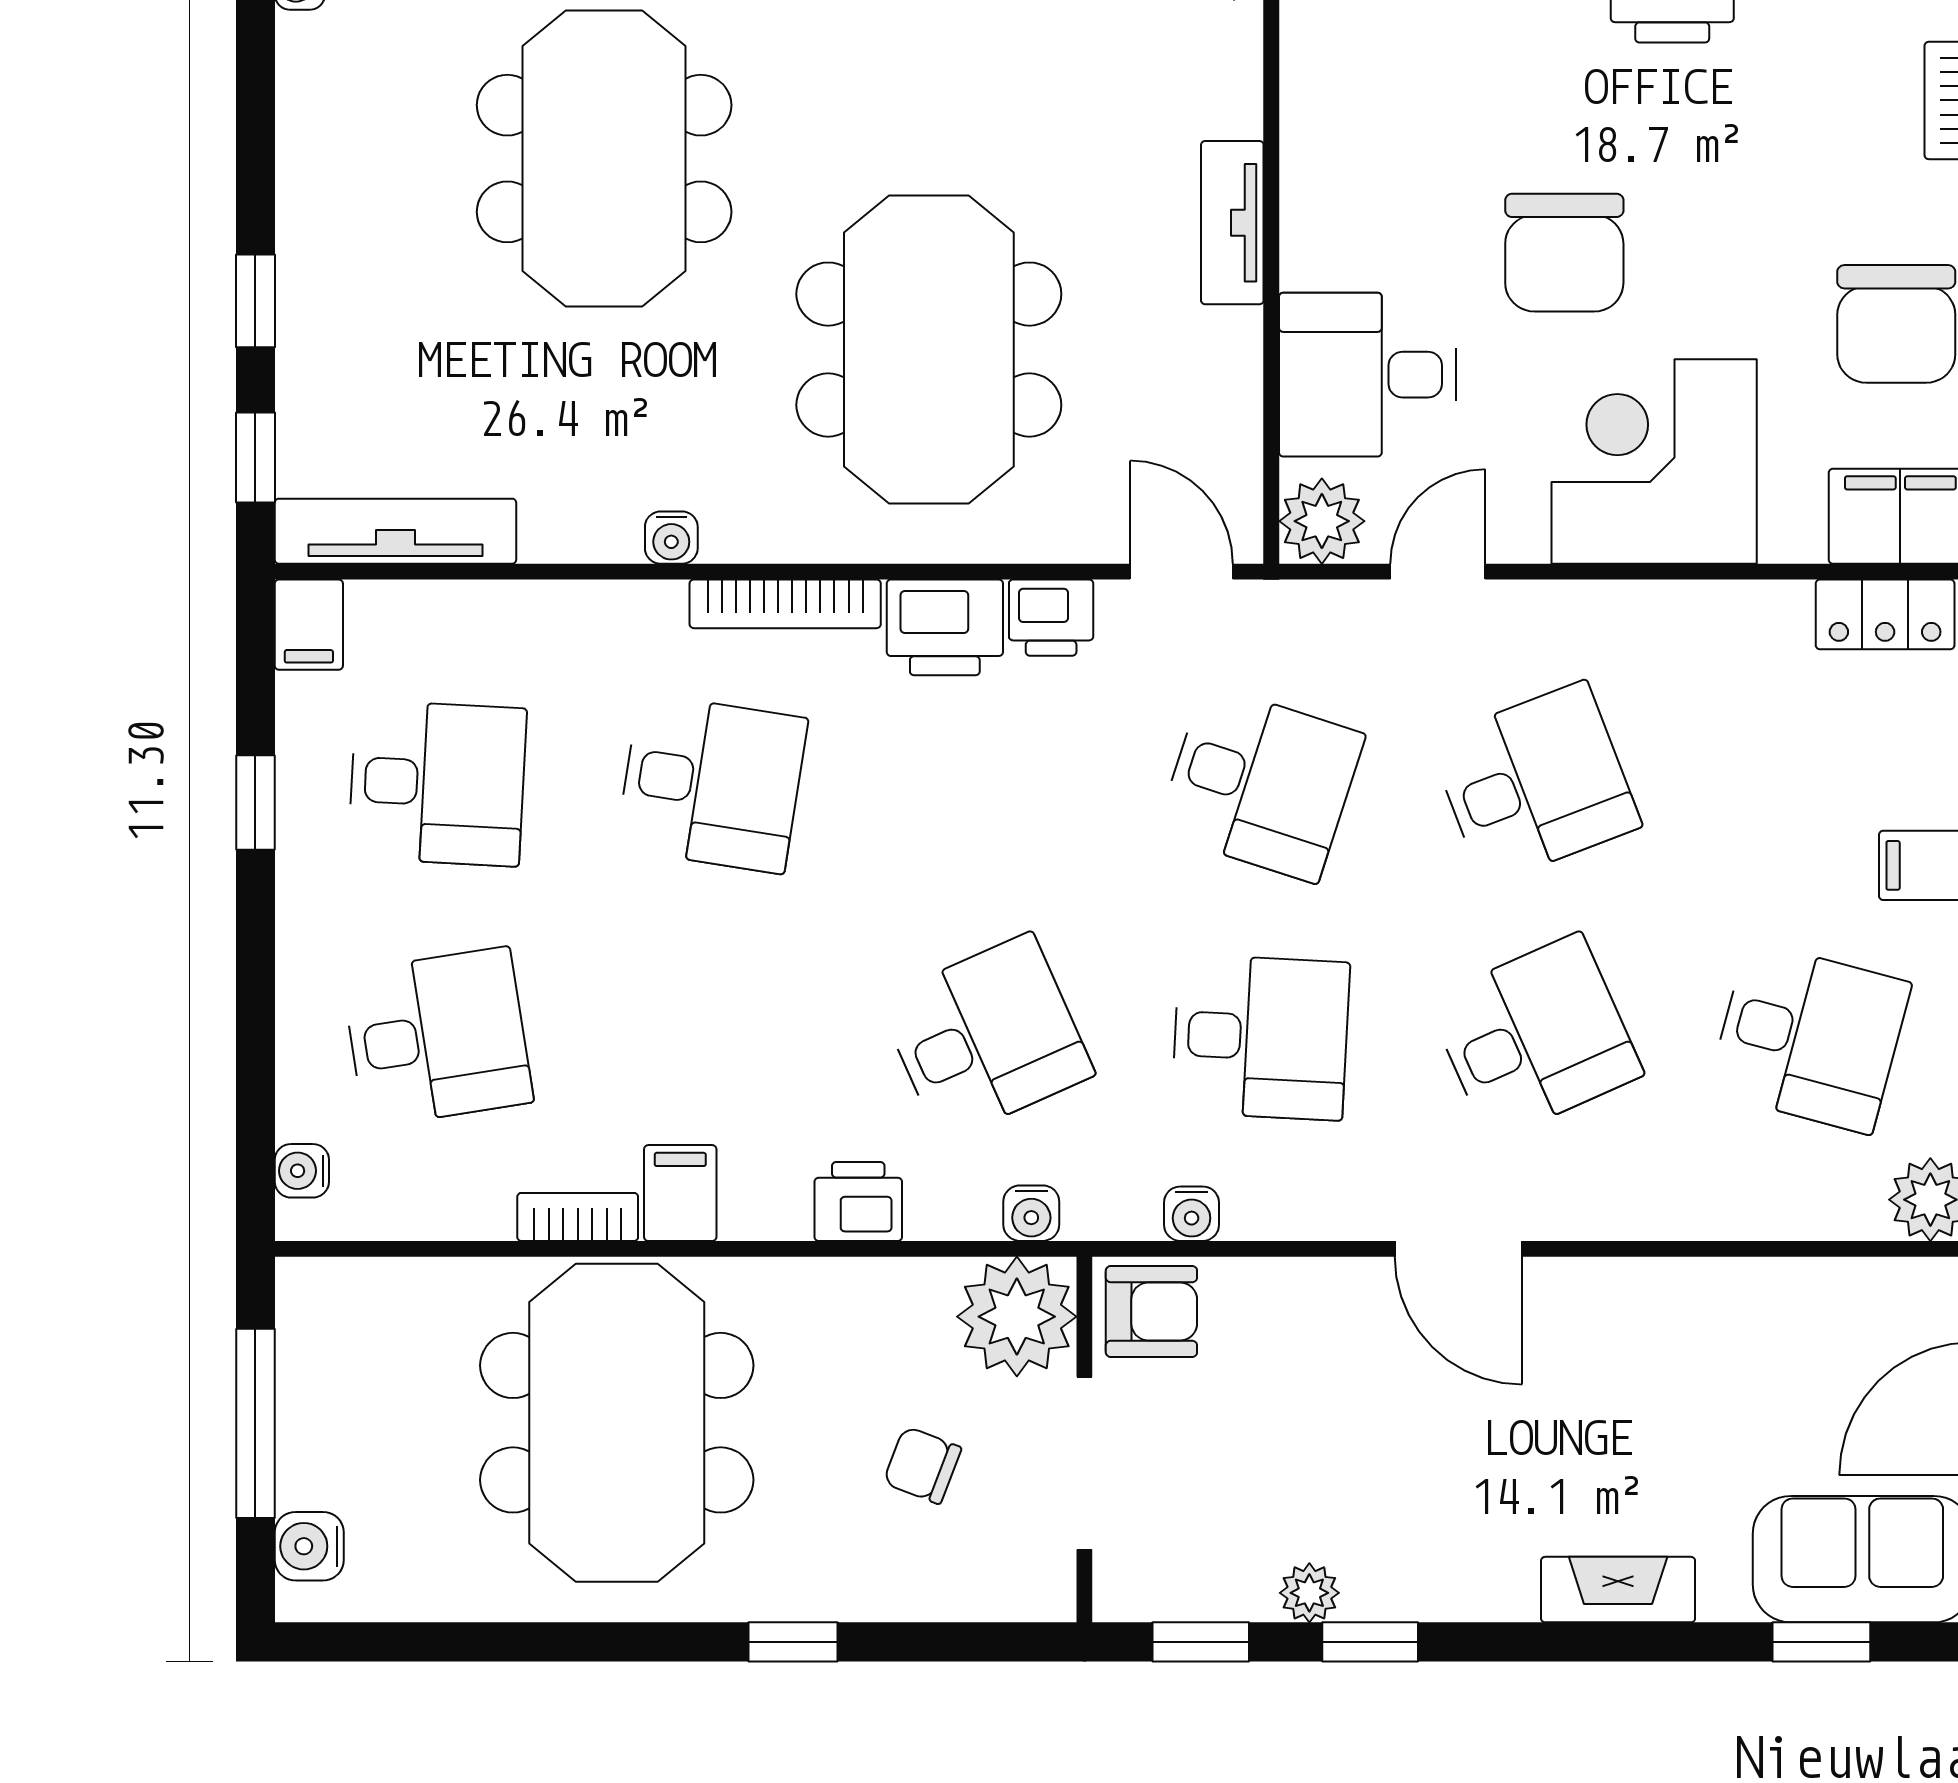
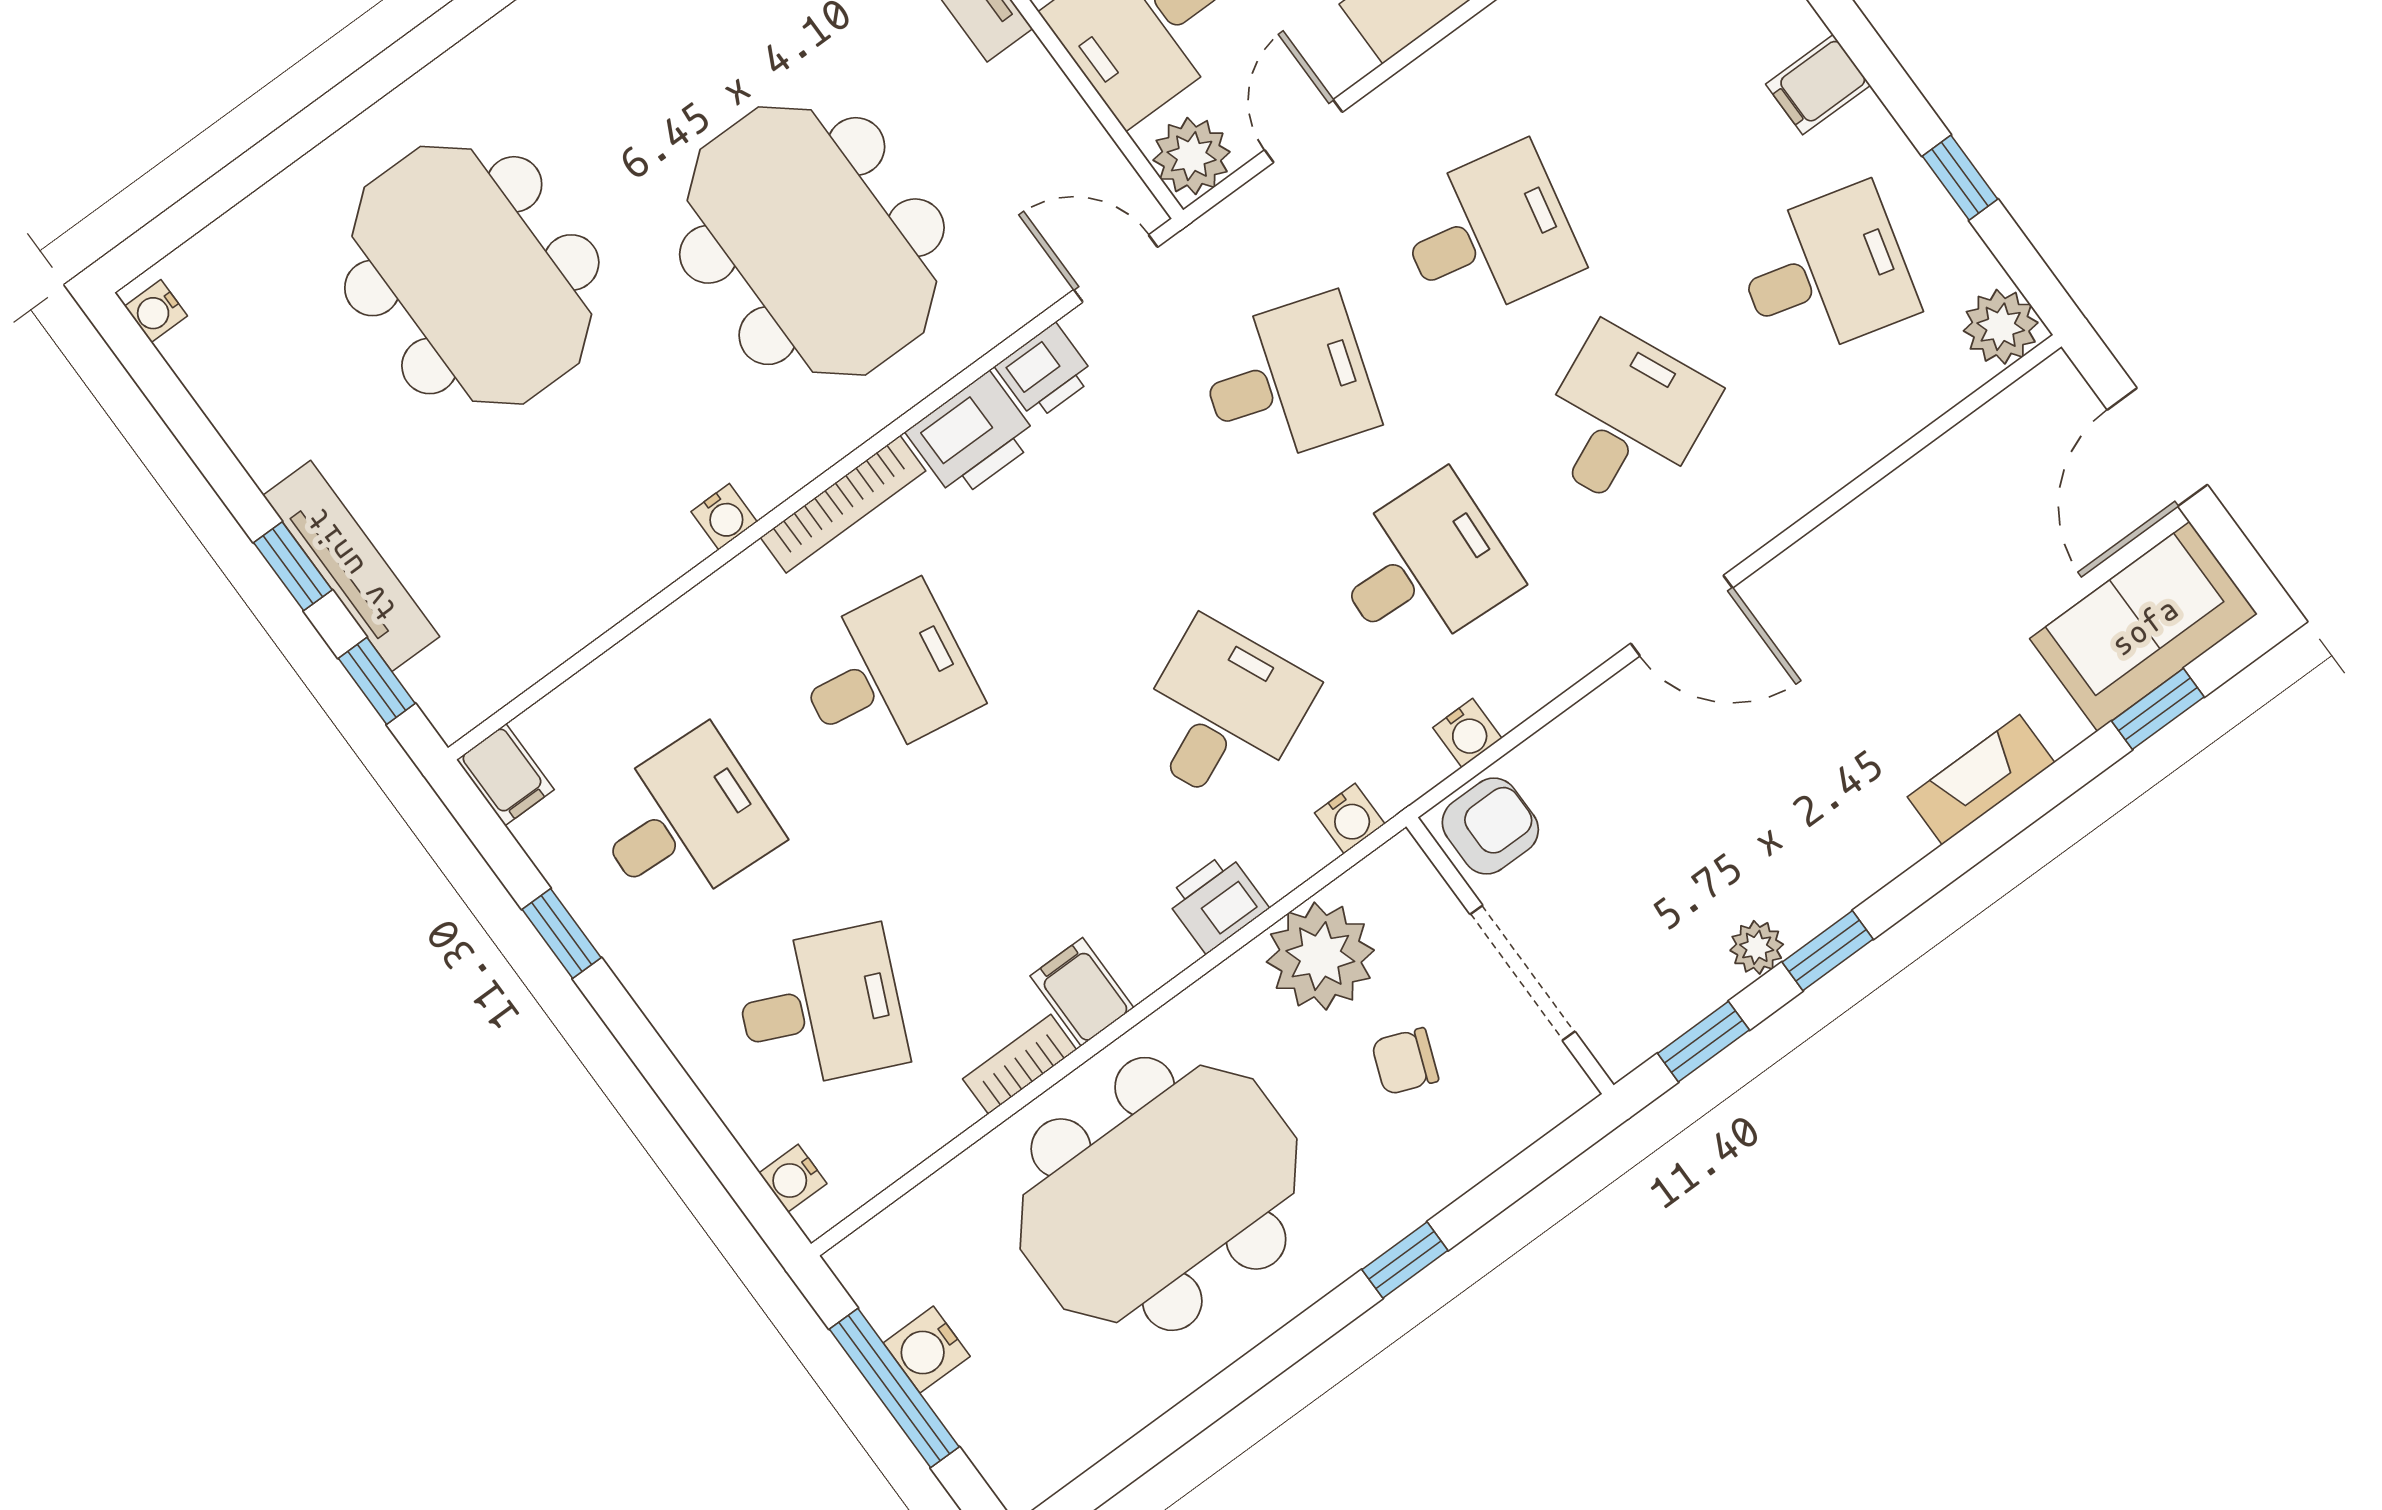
tv unit: (395, 531) -> (351, 566), moved, turned 90
desk: (1535, 783) -> (1488, 234), turned 33
desk: (437, 1037) -> (821, 1008), turned 33
plant: (1017, 1317) -> (1320, 956), moved
meeting table: (617, 1423) -> (1158, 1194), turned 90
water cooler: (309, 1546) -> (927, 1350), moved

